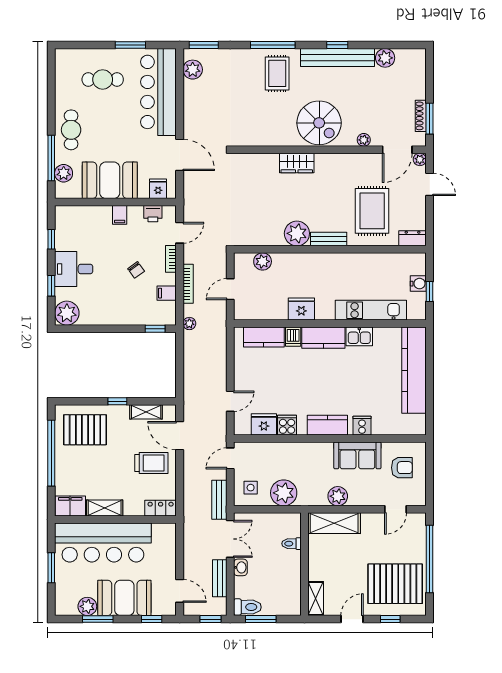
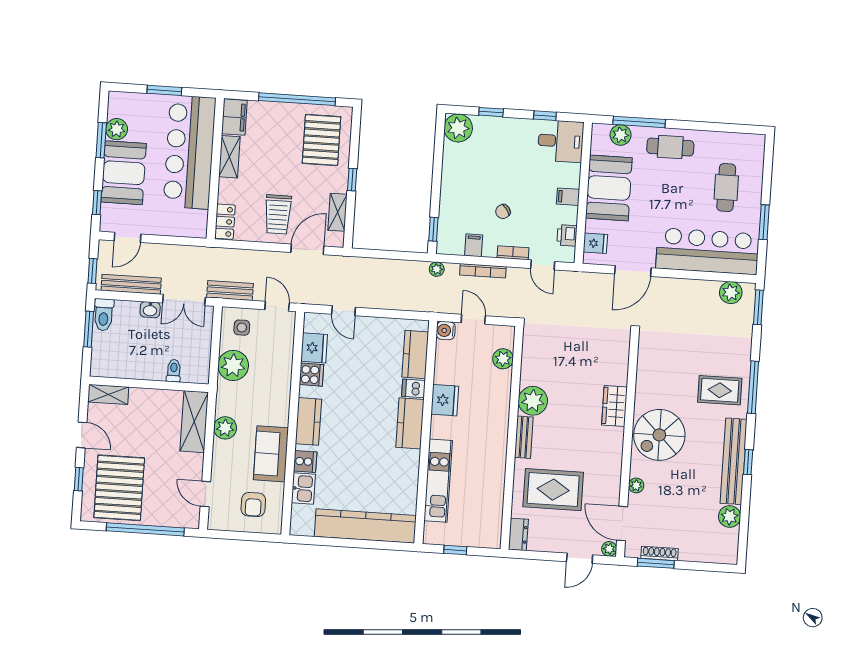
desk: (74, 269) -> (561, 141), moved, turned 90
water cooler: (418, 284) -> (446, 331), moved, turned 90
kitchen sink: (359, 336) -> (303, 489), moved, turned 180
bench: (220, 578) -> (131, 284), width x1.36

